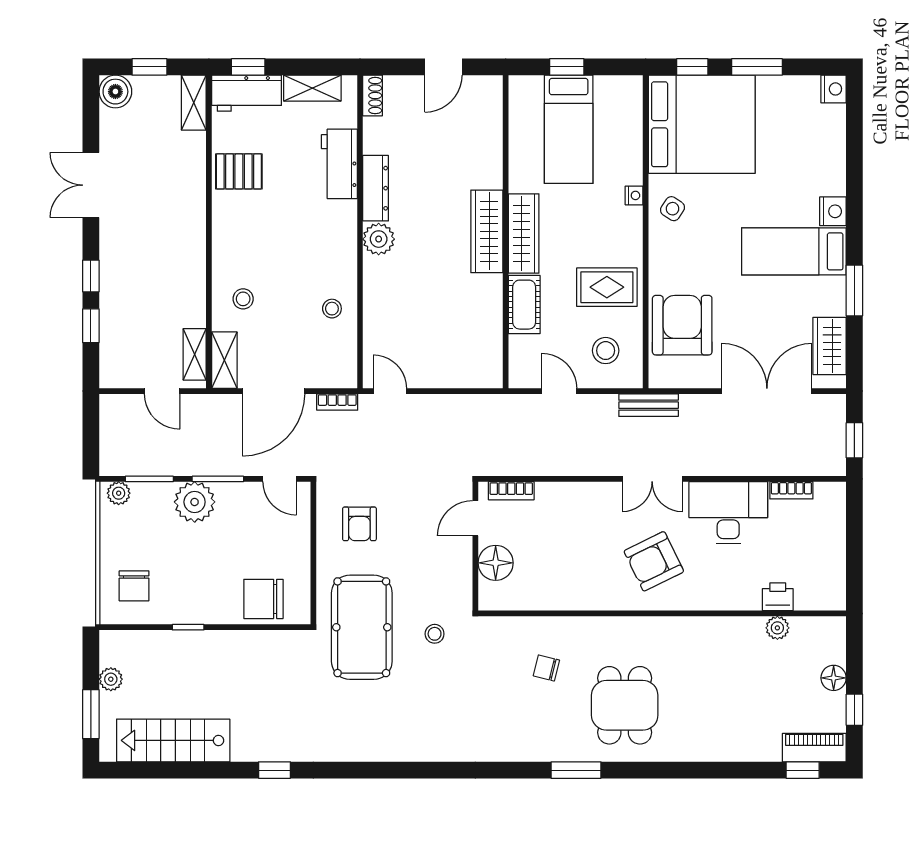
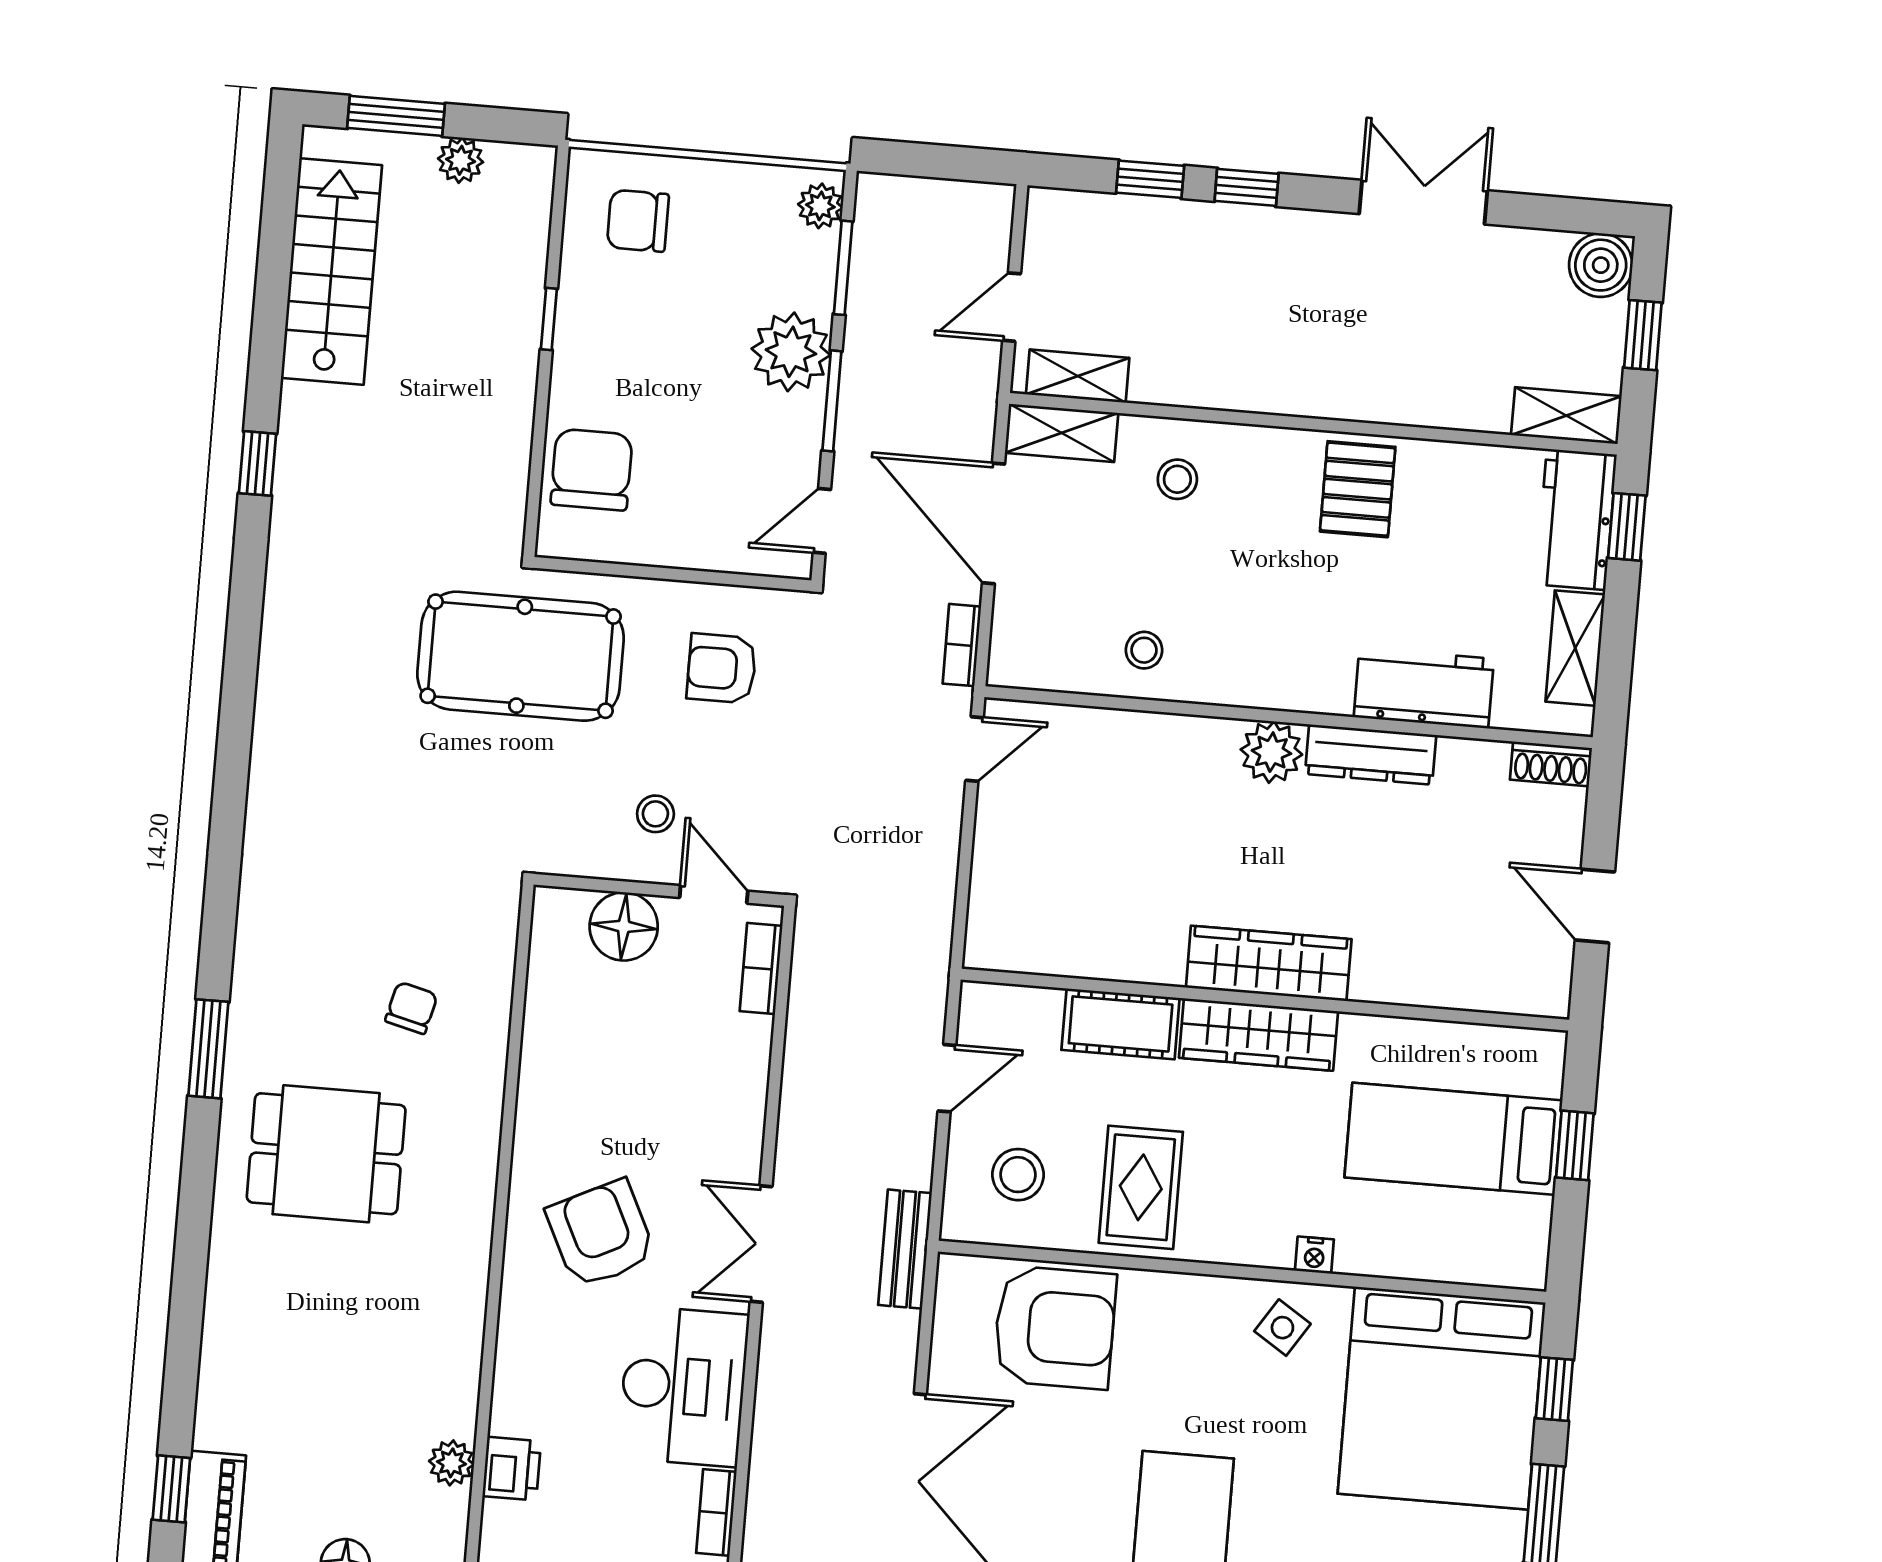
pallet: (239, 171) -> (1358, 489), moved
stool: (435, 634) -> (655, 814), moved

